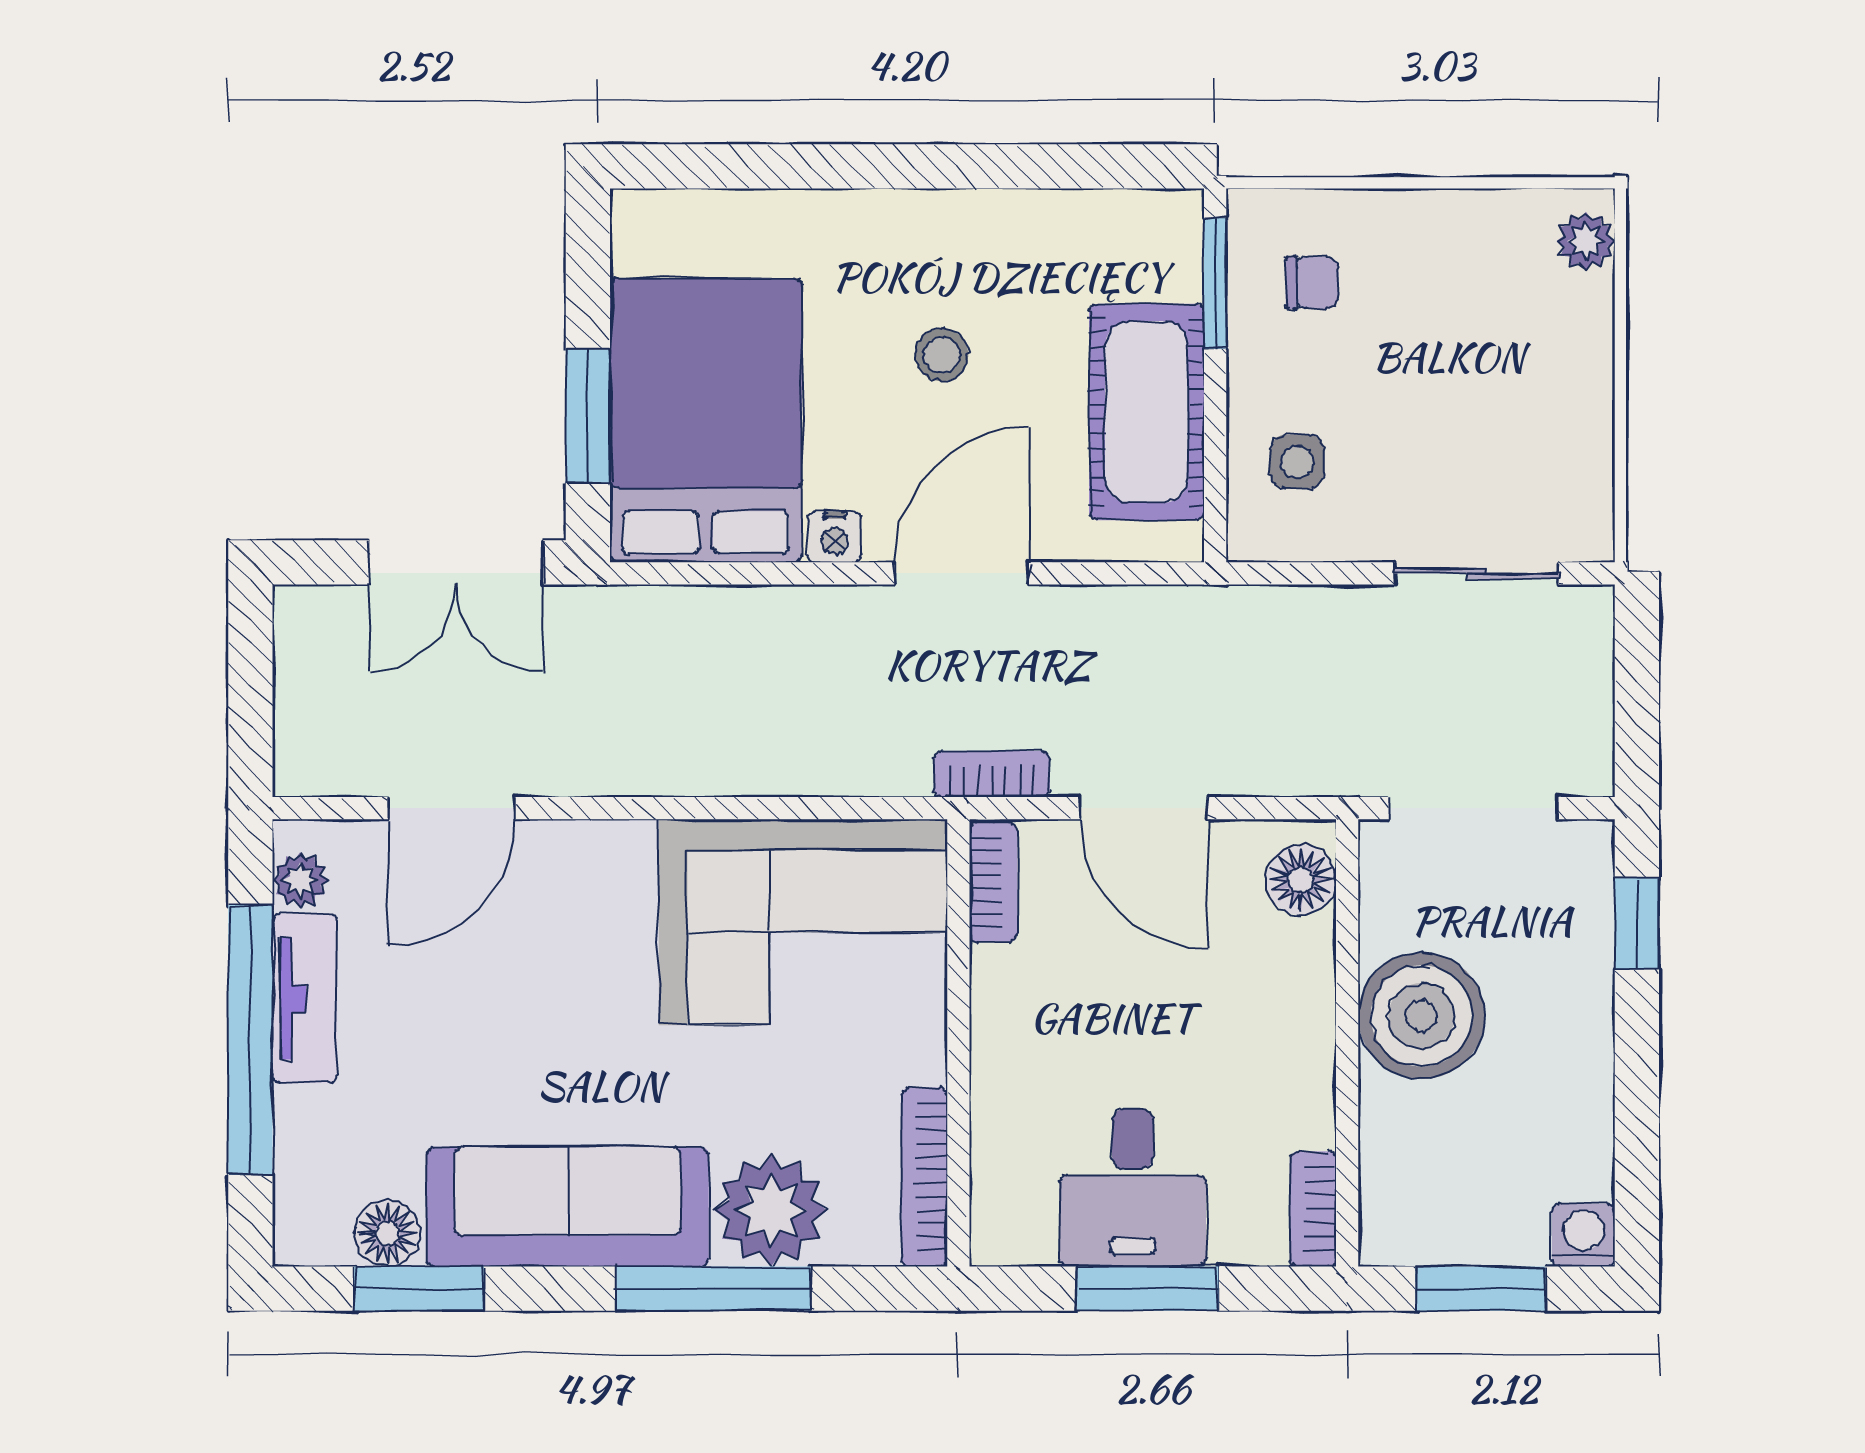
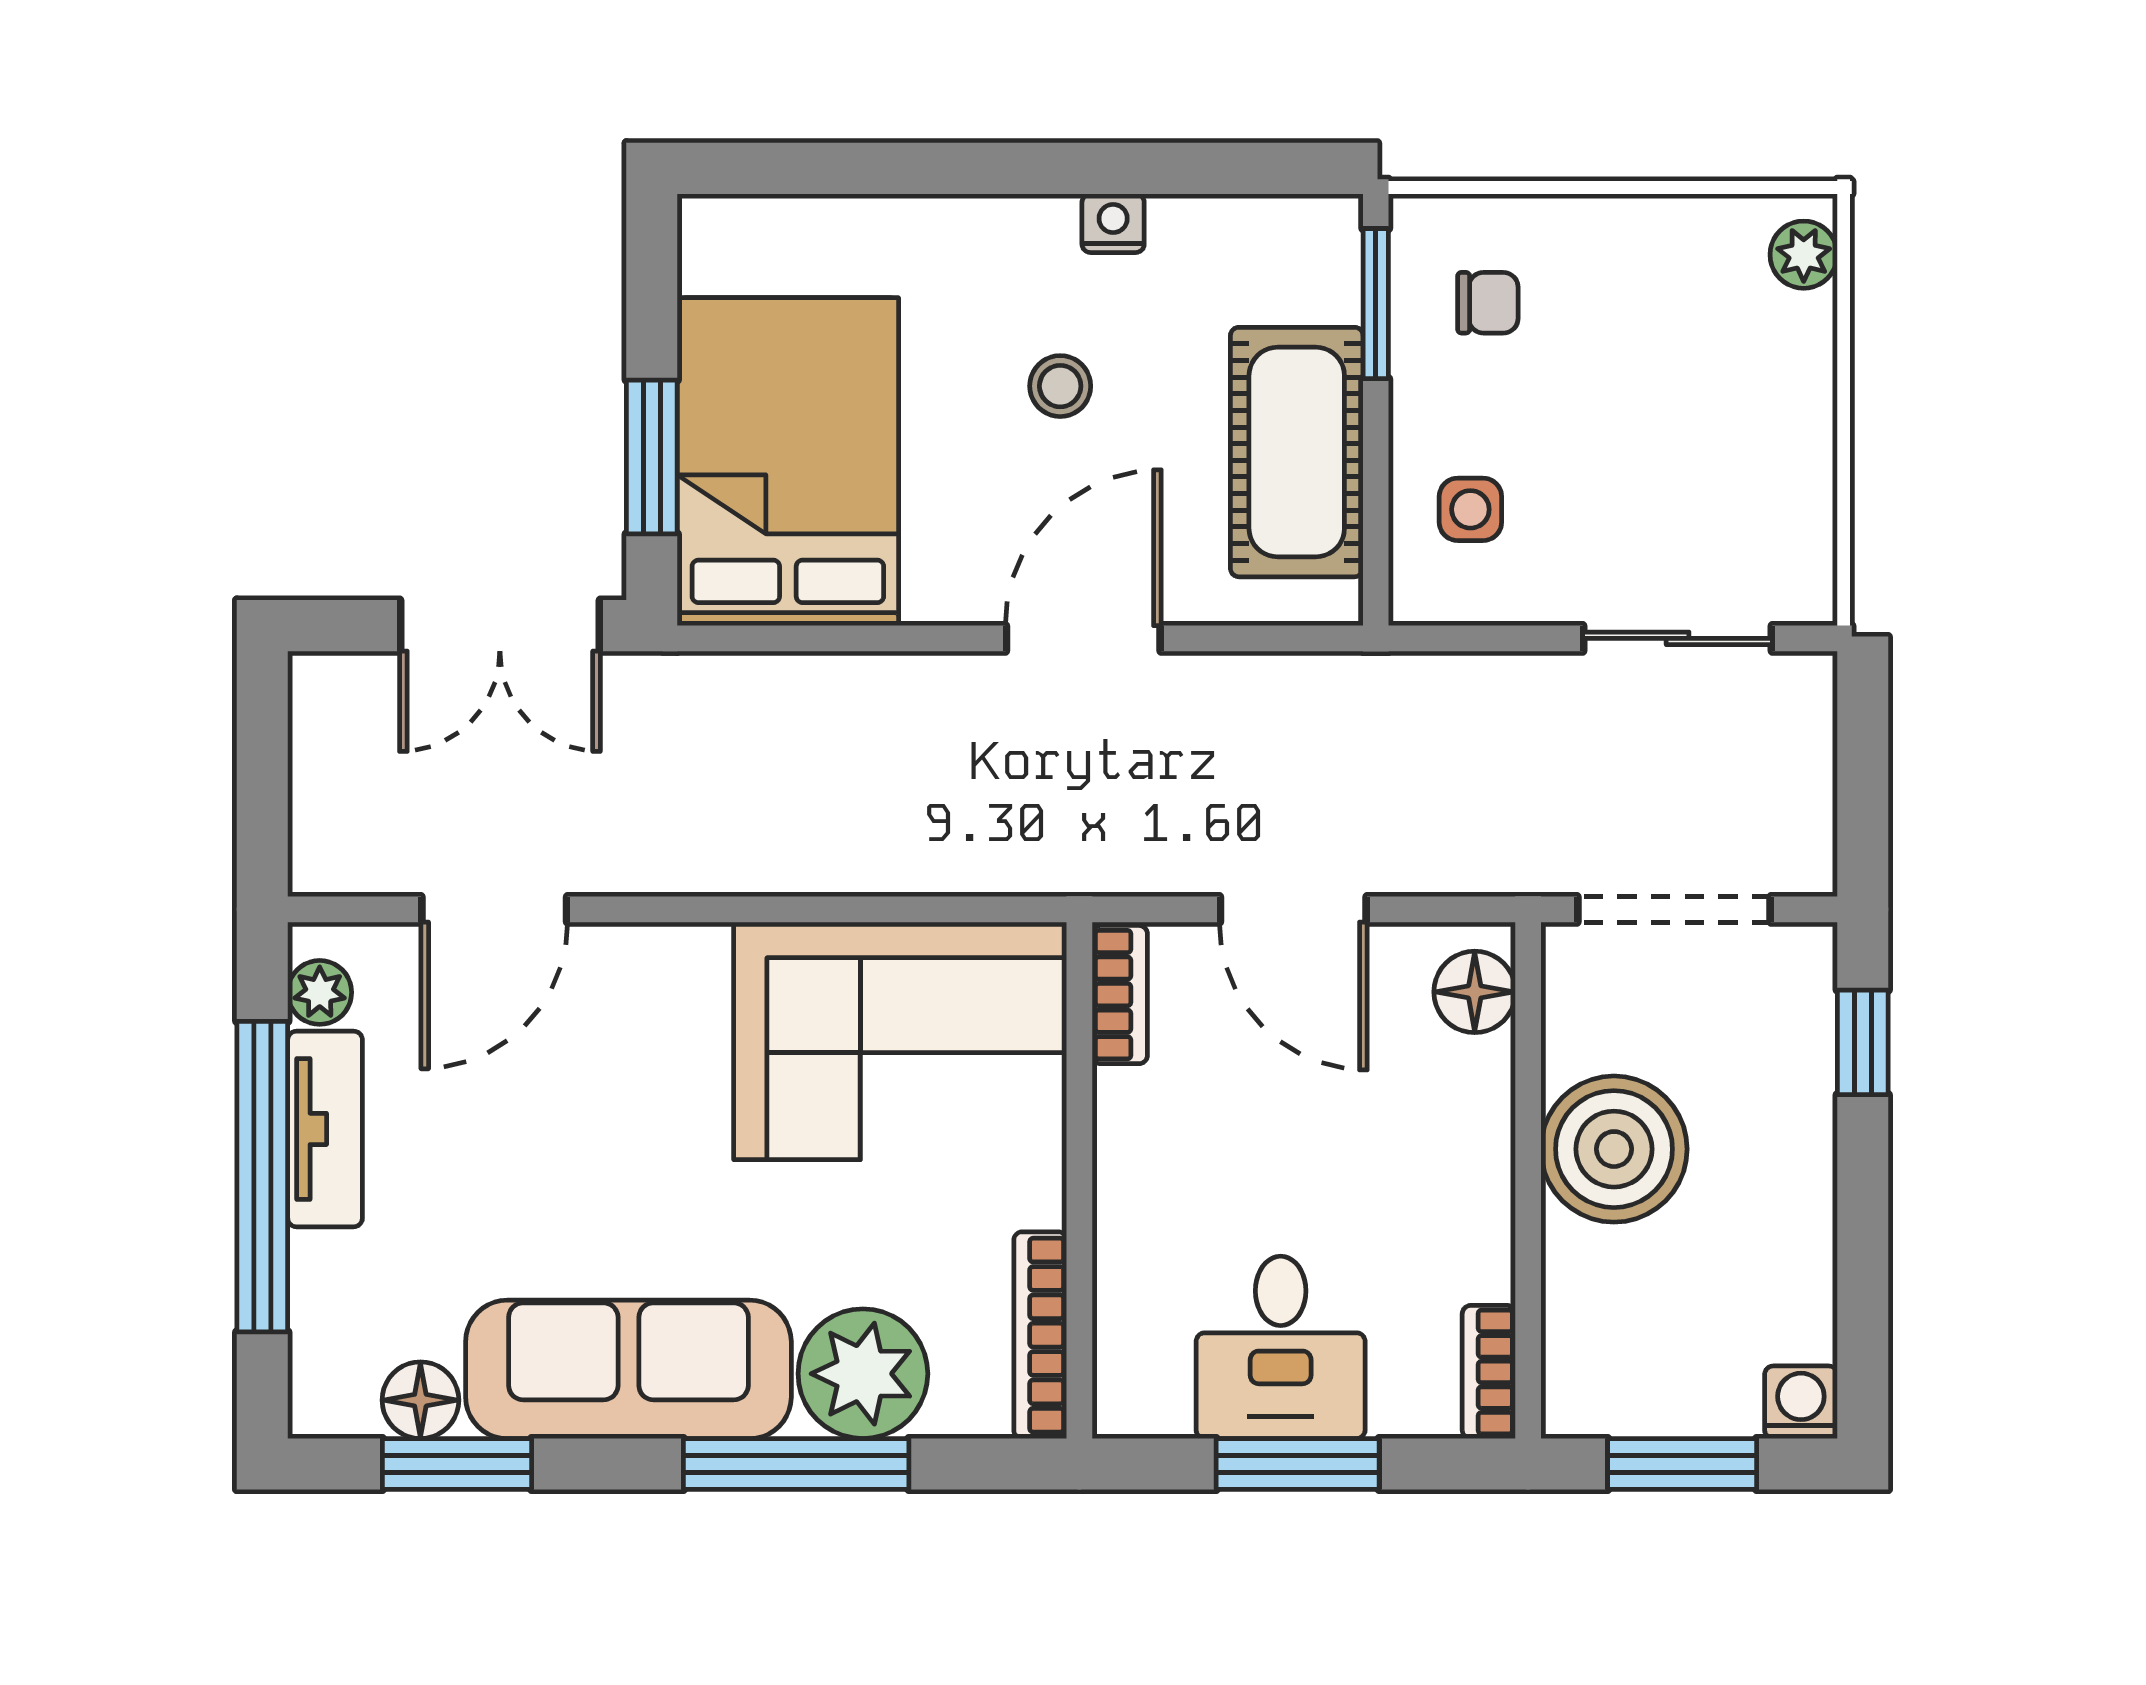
nightstand: (835, 537) -> (1113, 223), moved, turned 180
bookcase: (992, 774) -> (1118, 870), removed

